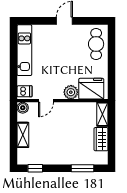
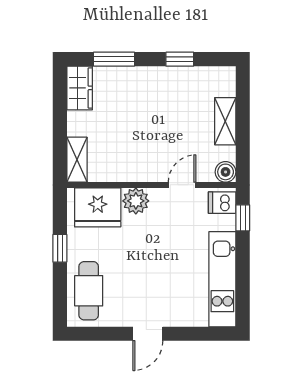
window: (112, 67) -> (60, 248), added
window: (13, 83) -> (243, 218), added
wardrobe: (101, 139) -> (80, 88), moved
window: (35, 168) -> (180, 59), moved

